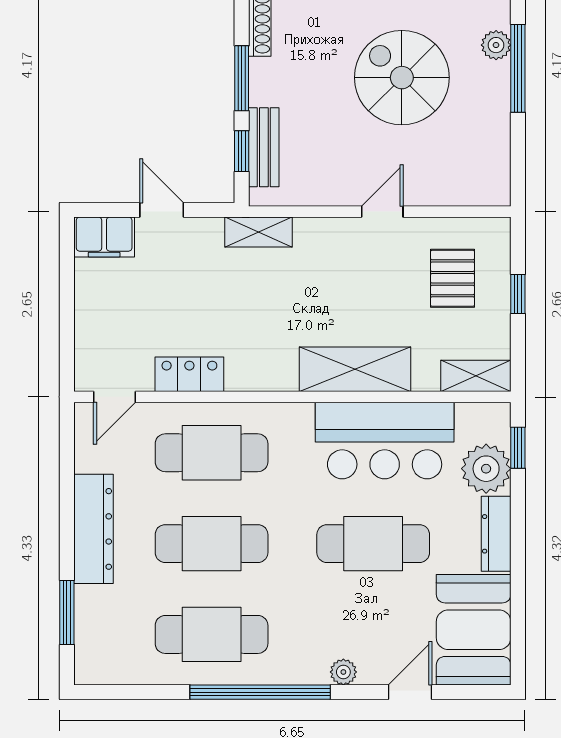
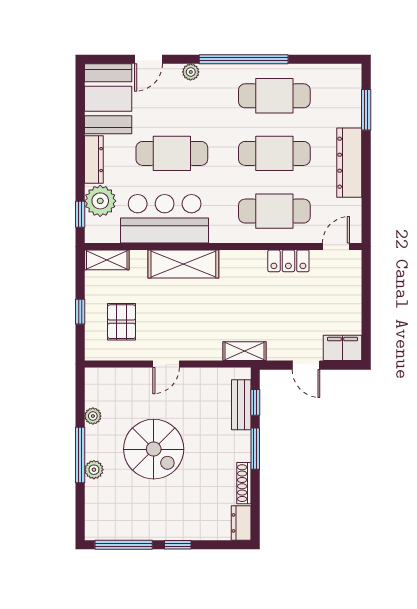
plant: (498, 130) -> (93, 416), added

